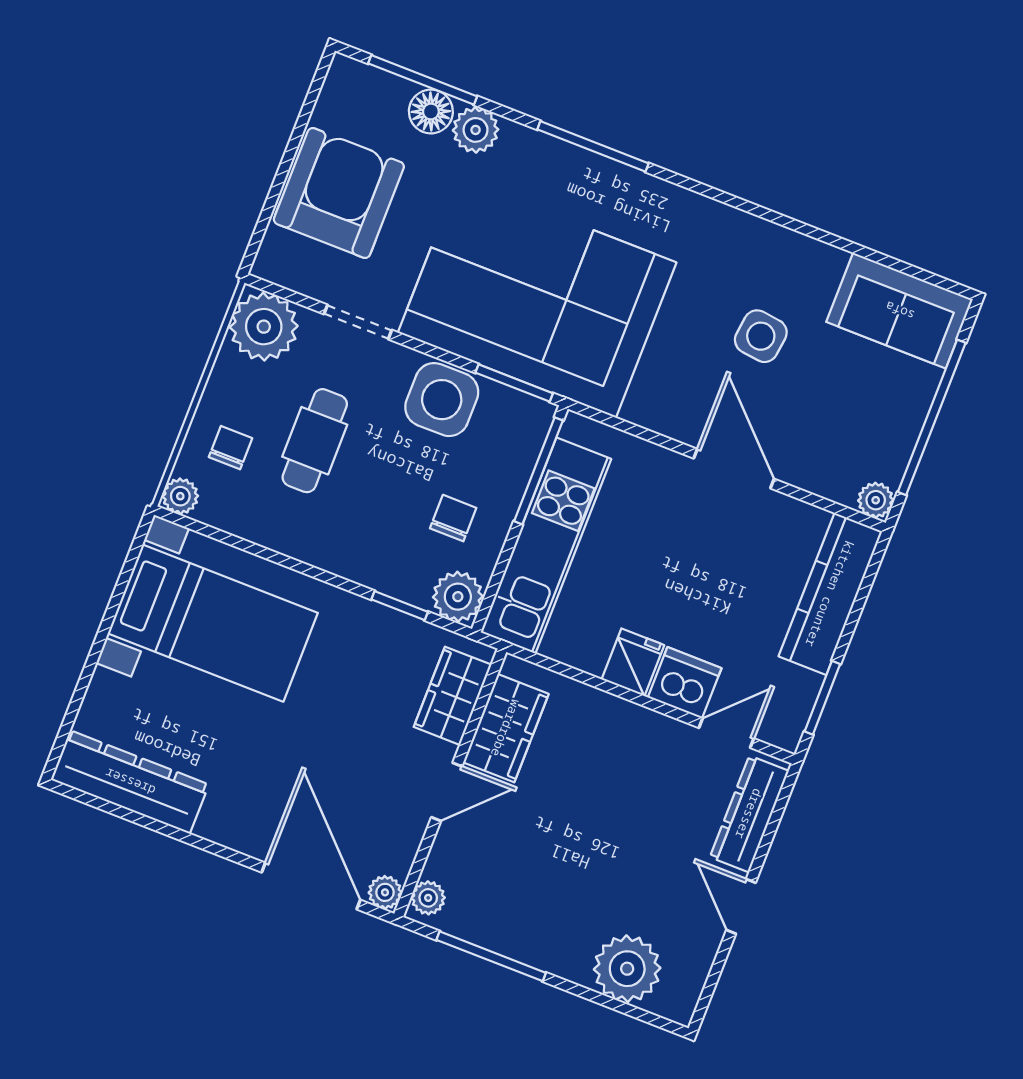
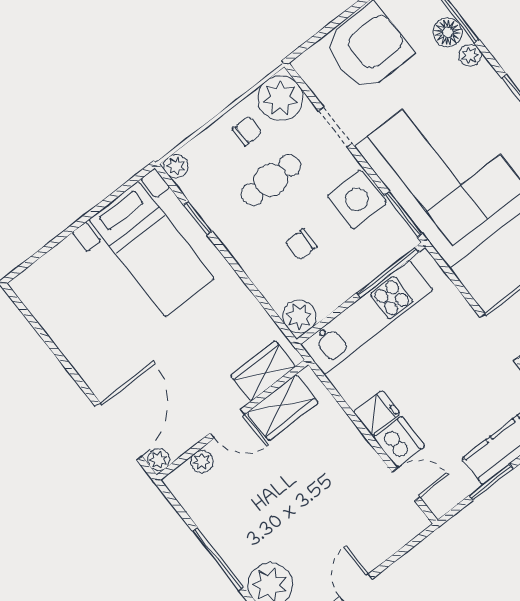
plant: (476, 130) -> (470, 55), width x0.73, depth x0.73
chair: (231, 448) -> (247, 131), moved
chair: (453, 518) -> (301, 244), moved, turned 180
window: (400, 606) -> (198, 218), moved
window: (822, 698) -> (491, 482), moved
dresser: (130, 782) -> (51, 311), removed
dresser: (749, 814) -> (392, 538), removed
plant: (428, 898) -> (202, 461), moved
window: (491, 956) -> (218, 559), moved

